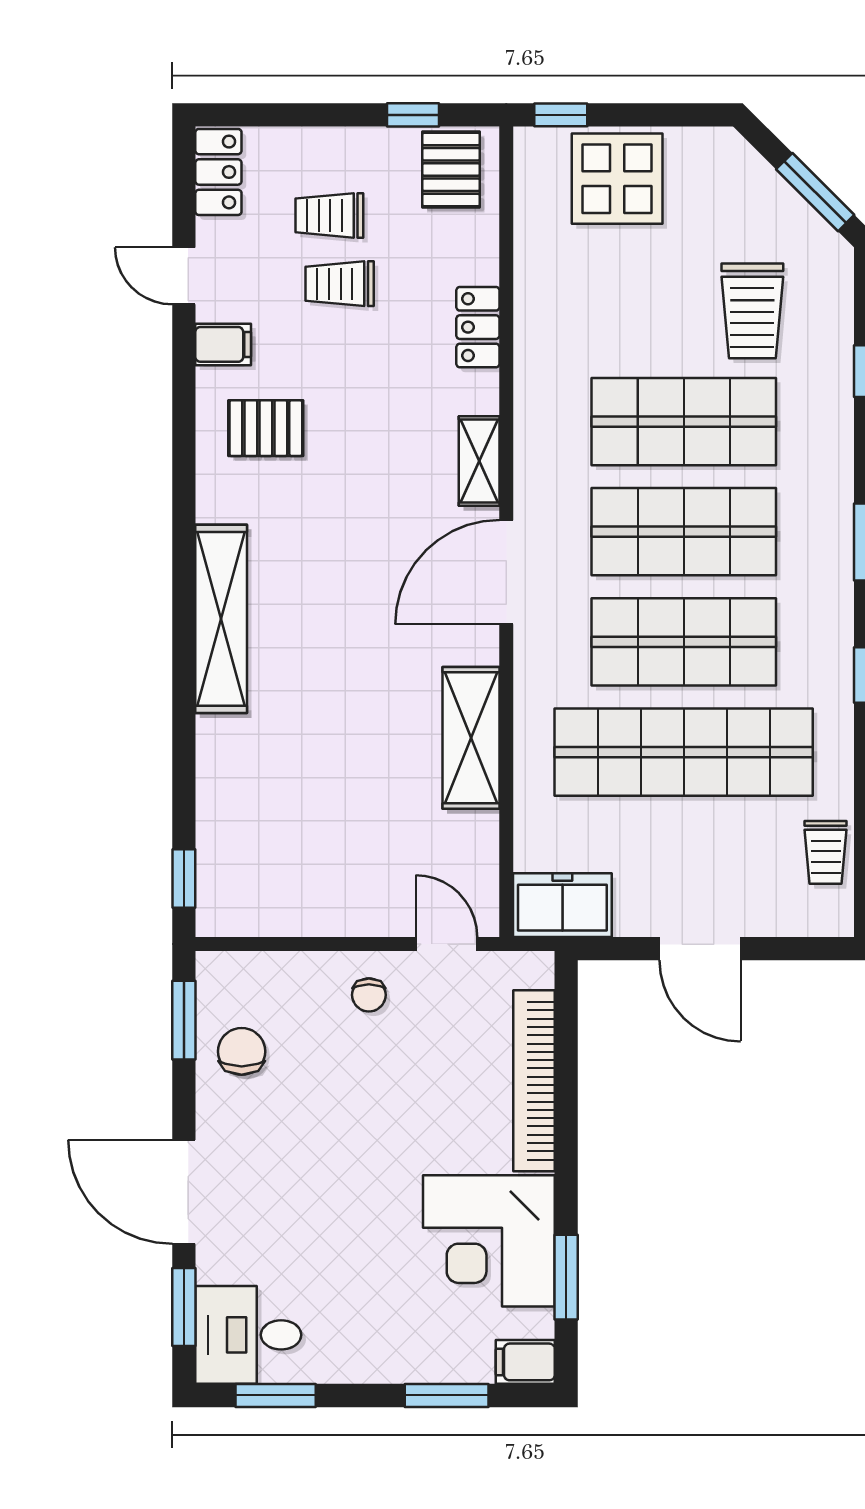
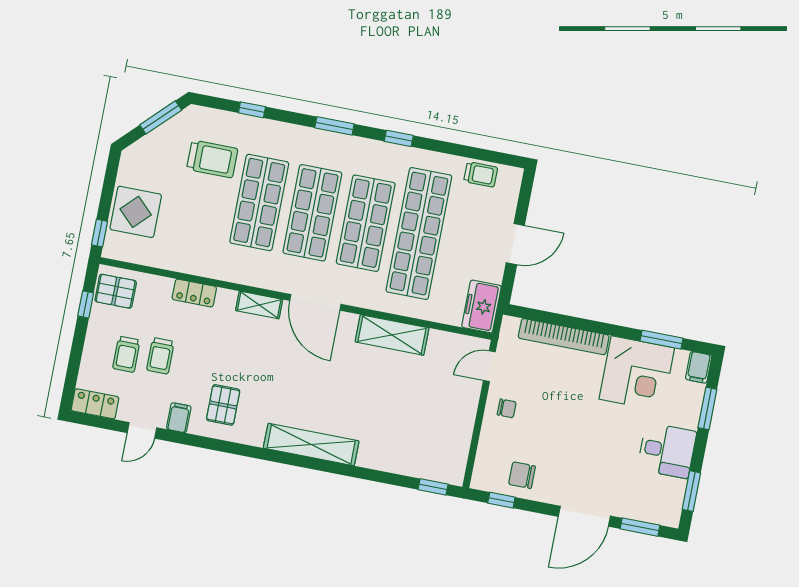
window: (184, 1020) -> (501, 500), width x0.67
desk: (248, 1335) -> (667, 450), moved, turned -90

